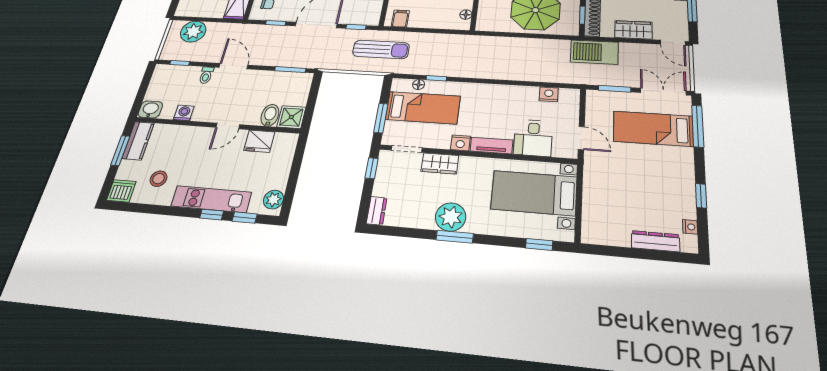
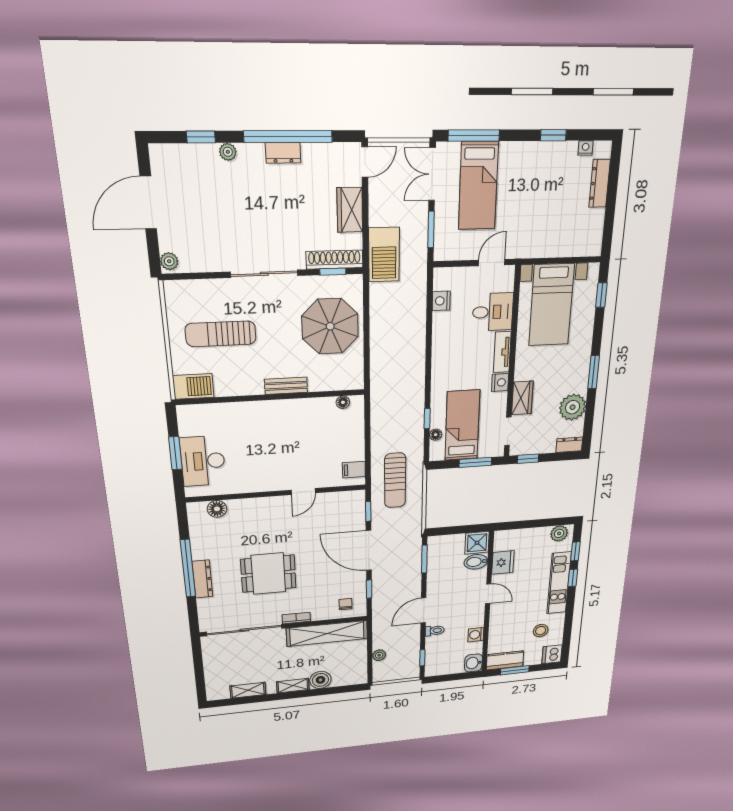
plant: (193, 32) -> (379, 655), width x0.53, depth x0.53
sun lounger: (381, 49) -> (395, 480), turned 180
plant: (451, 217) -> (573, 407), moved

